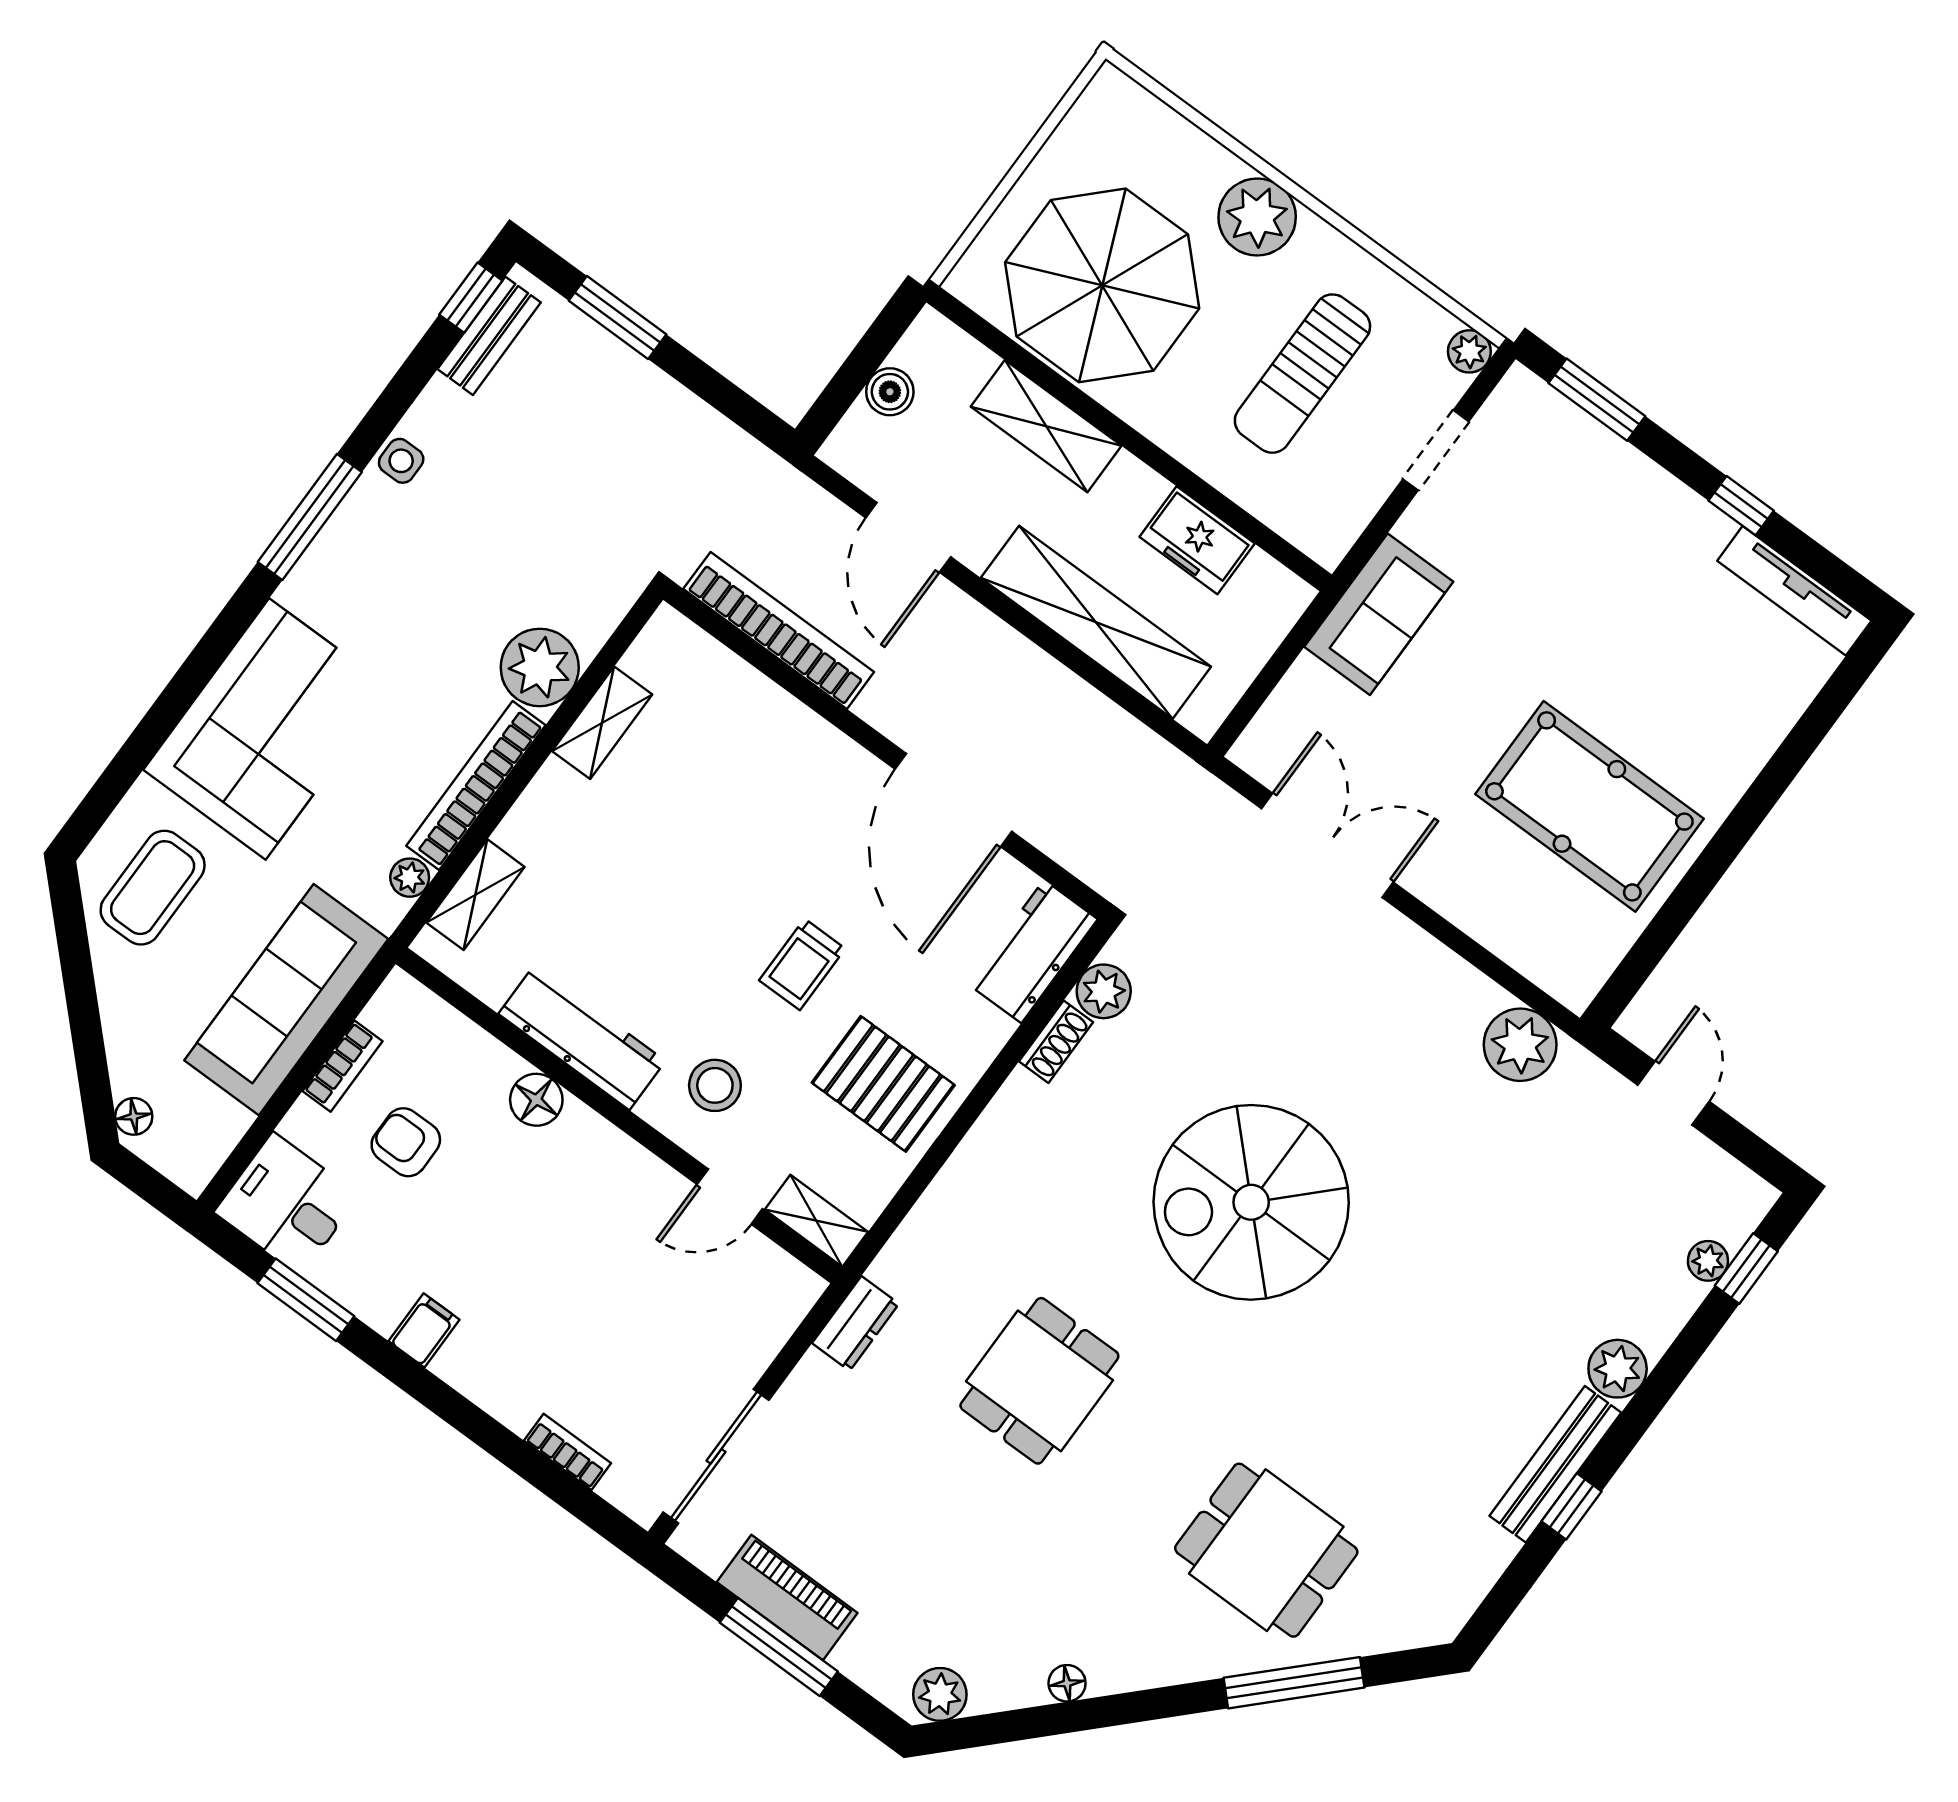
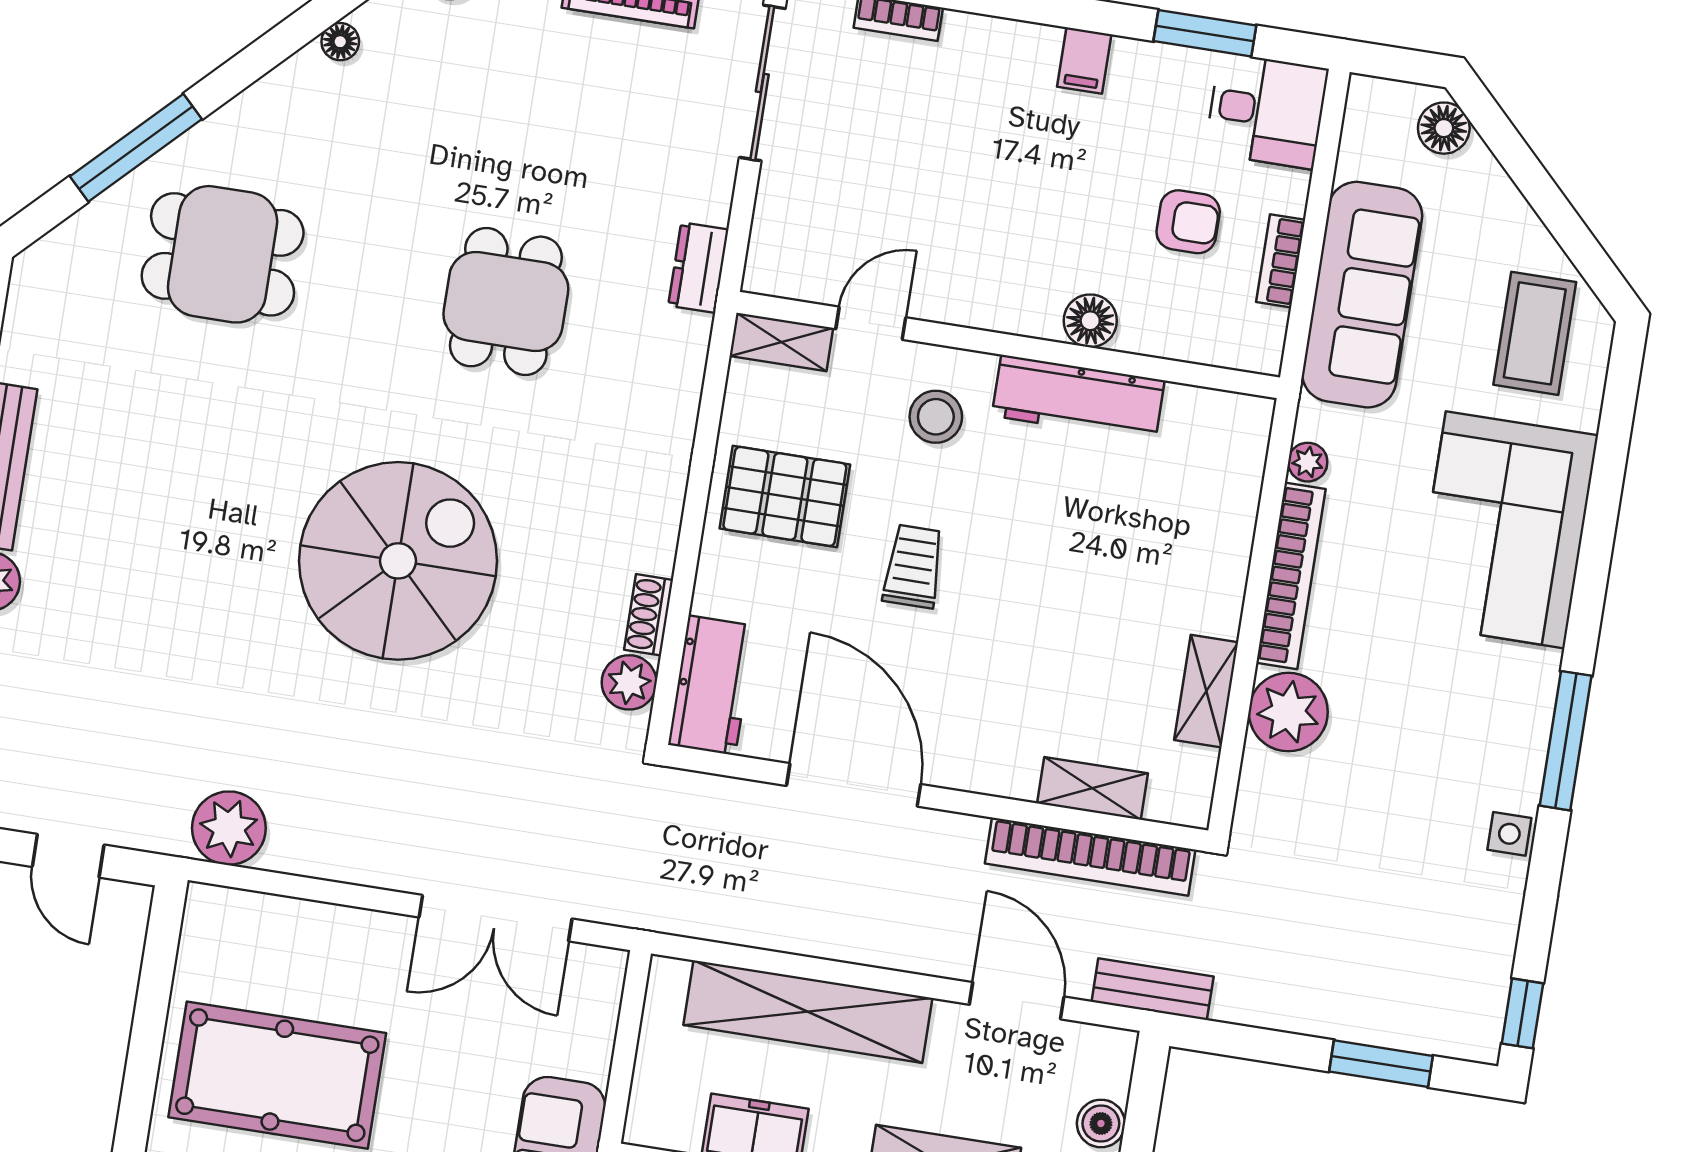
bench: (489, 336) -> (1153, 989), moved, turned 90
shelving: (475, 895) -> (1093, 788), moved, turned 90
floor lamp: (134, 1116) -> (1444, 128), width x1.37, depth x1.37

